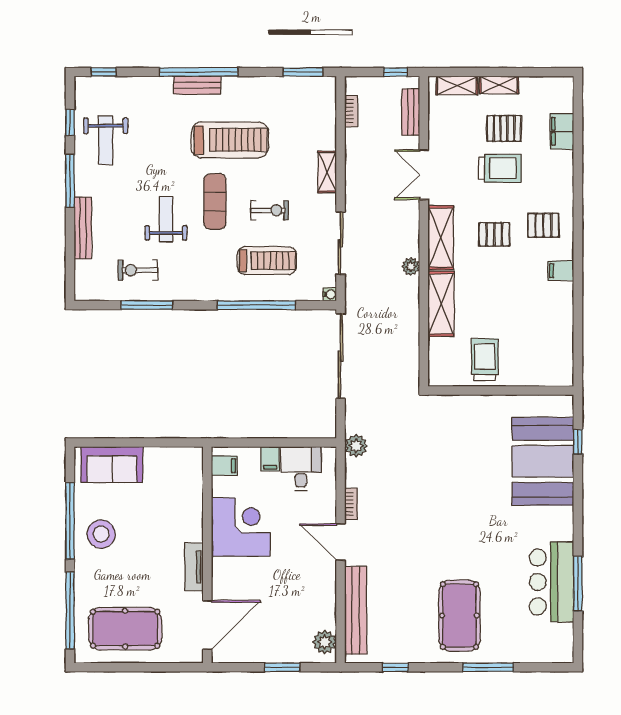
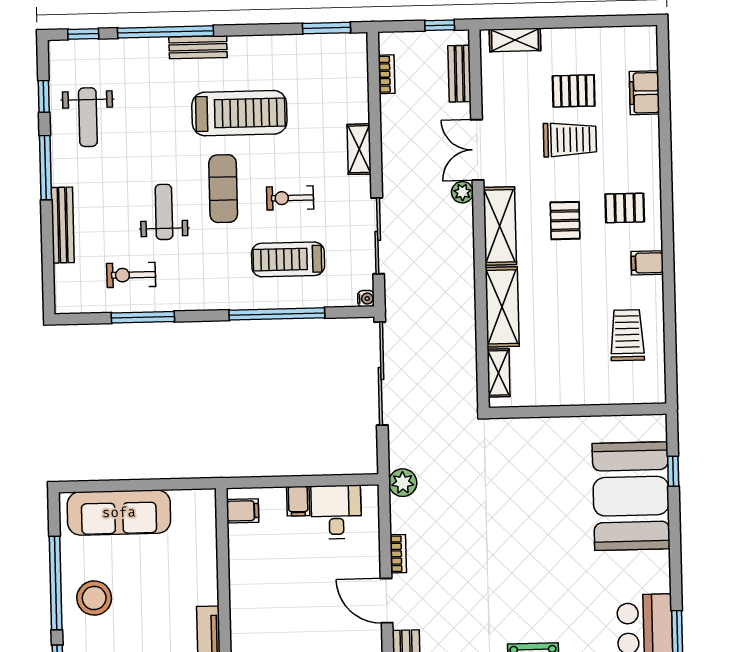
window: (199, 72) -> (166, 32), moved
shelving: (499, 85) -> (499, 373), moved, turned 90
exercise bike: (270, 210) -> (290, 198), turned 180
pallet: (494, 234) -> (565, 221), turned 90
treadmill: (267, 261) -> (288, 259), turned 180
plant: (411, 266) -> (462, 192), moved
trolley: (485, 360) -> (627, 335), moved
sofa: (112, 465) -> (119, 513), width x1.36
corner desk: (241, 527) -> (264, 585), removed

